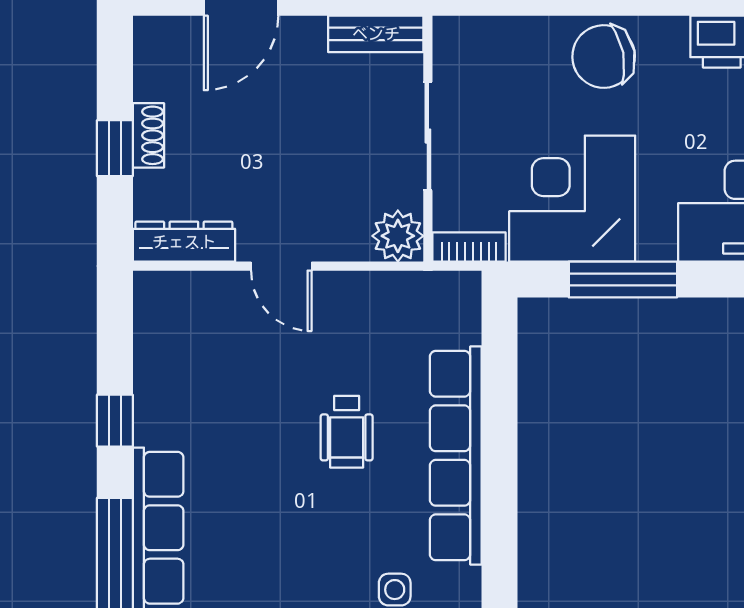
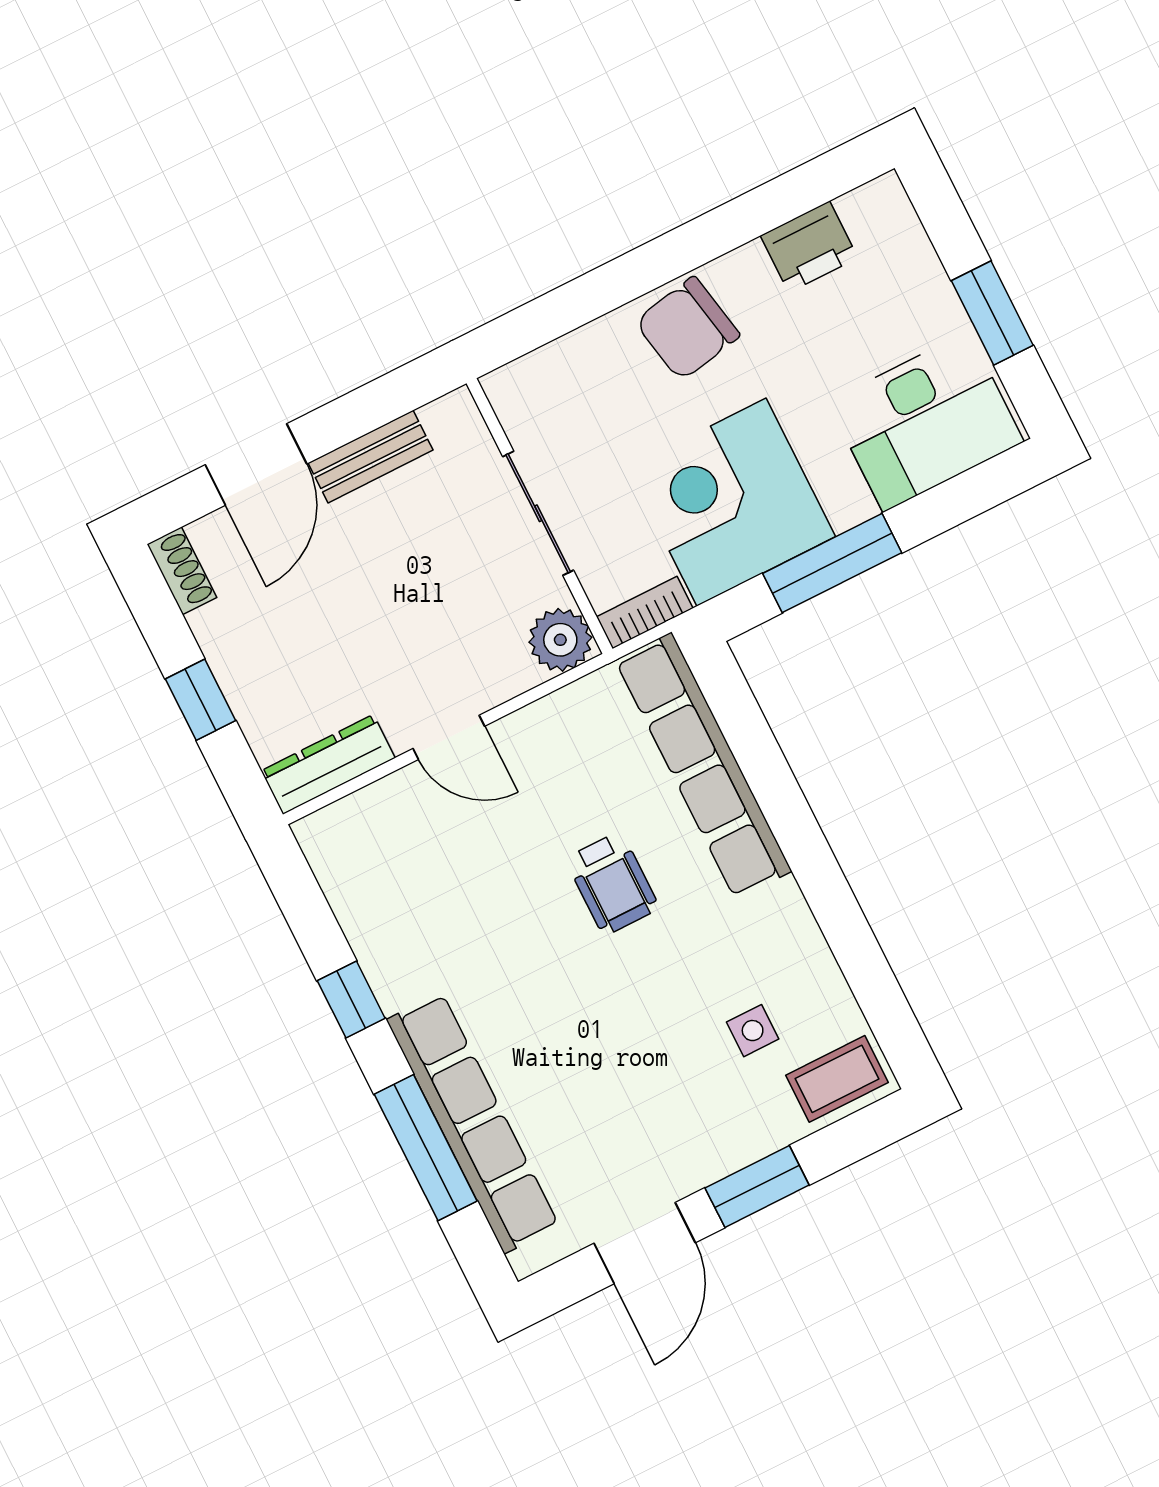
bench: (376, 34) -> (371, 457), moved
shoe rack: (148, 135) -> (182, 571), moved
row of seats: (456, 456) -> (704, 766), moved

